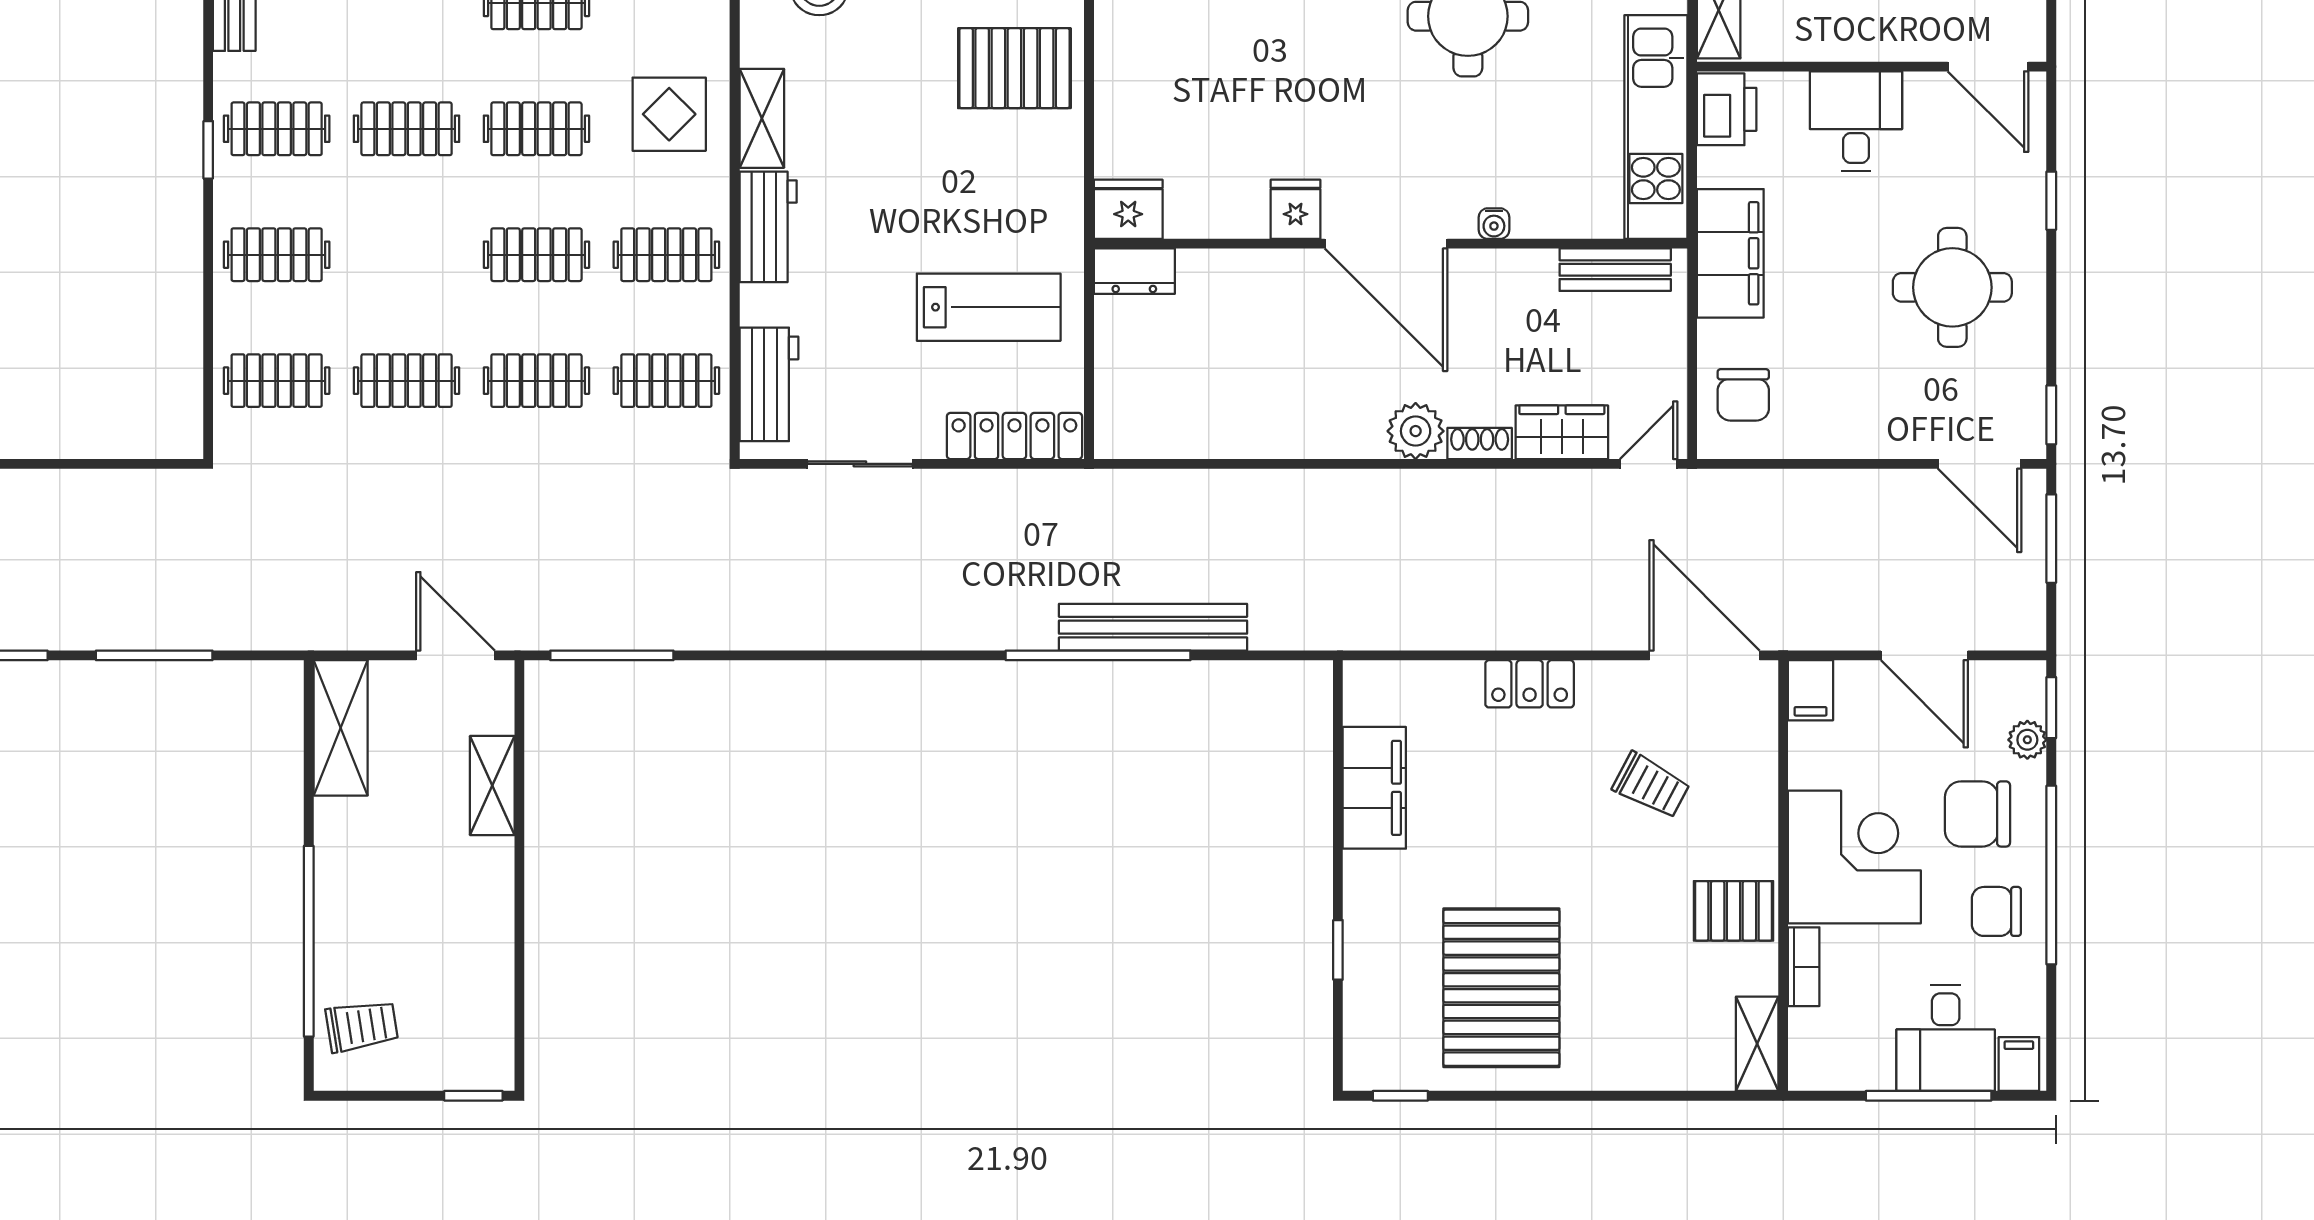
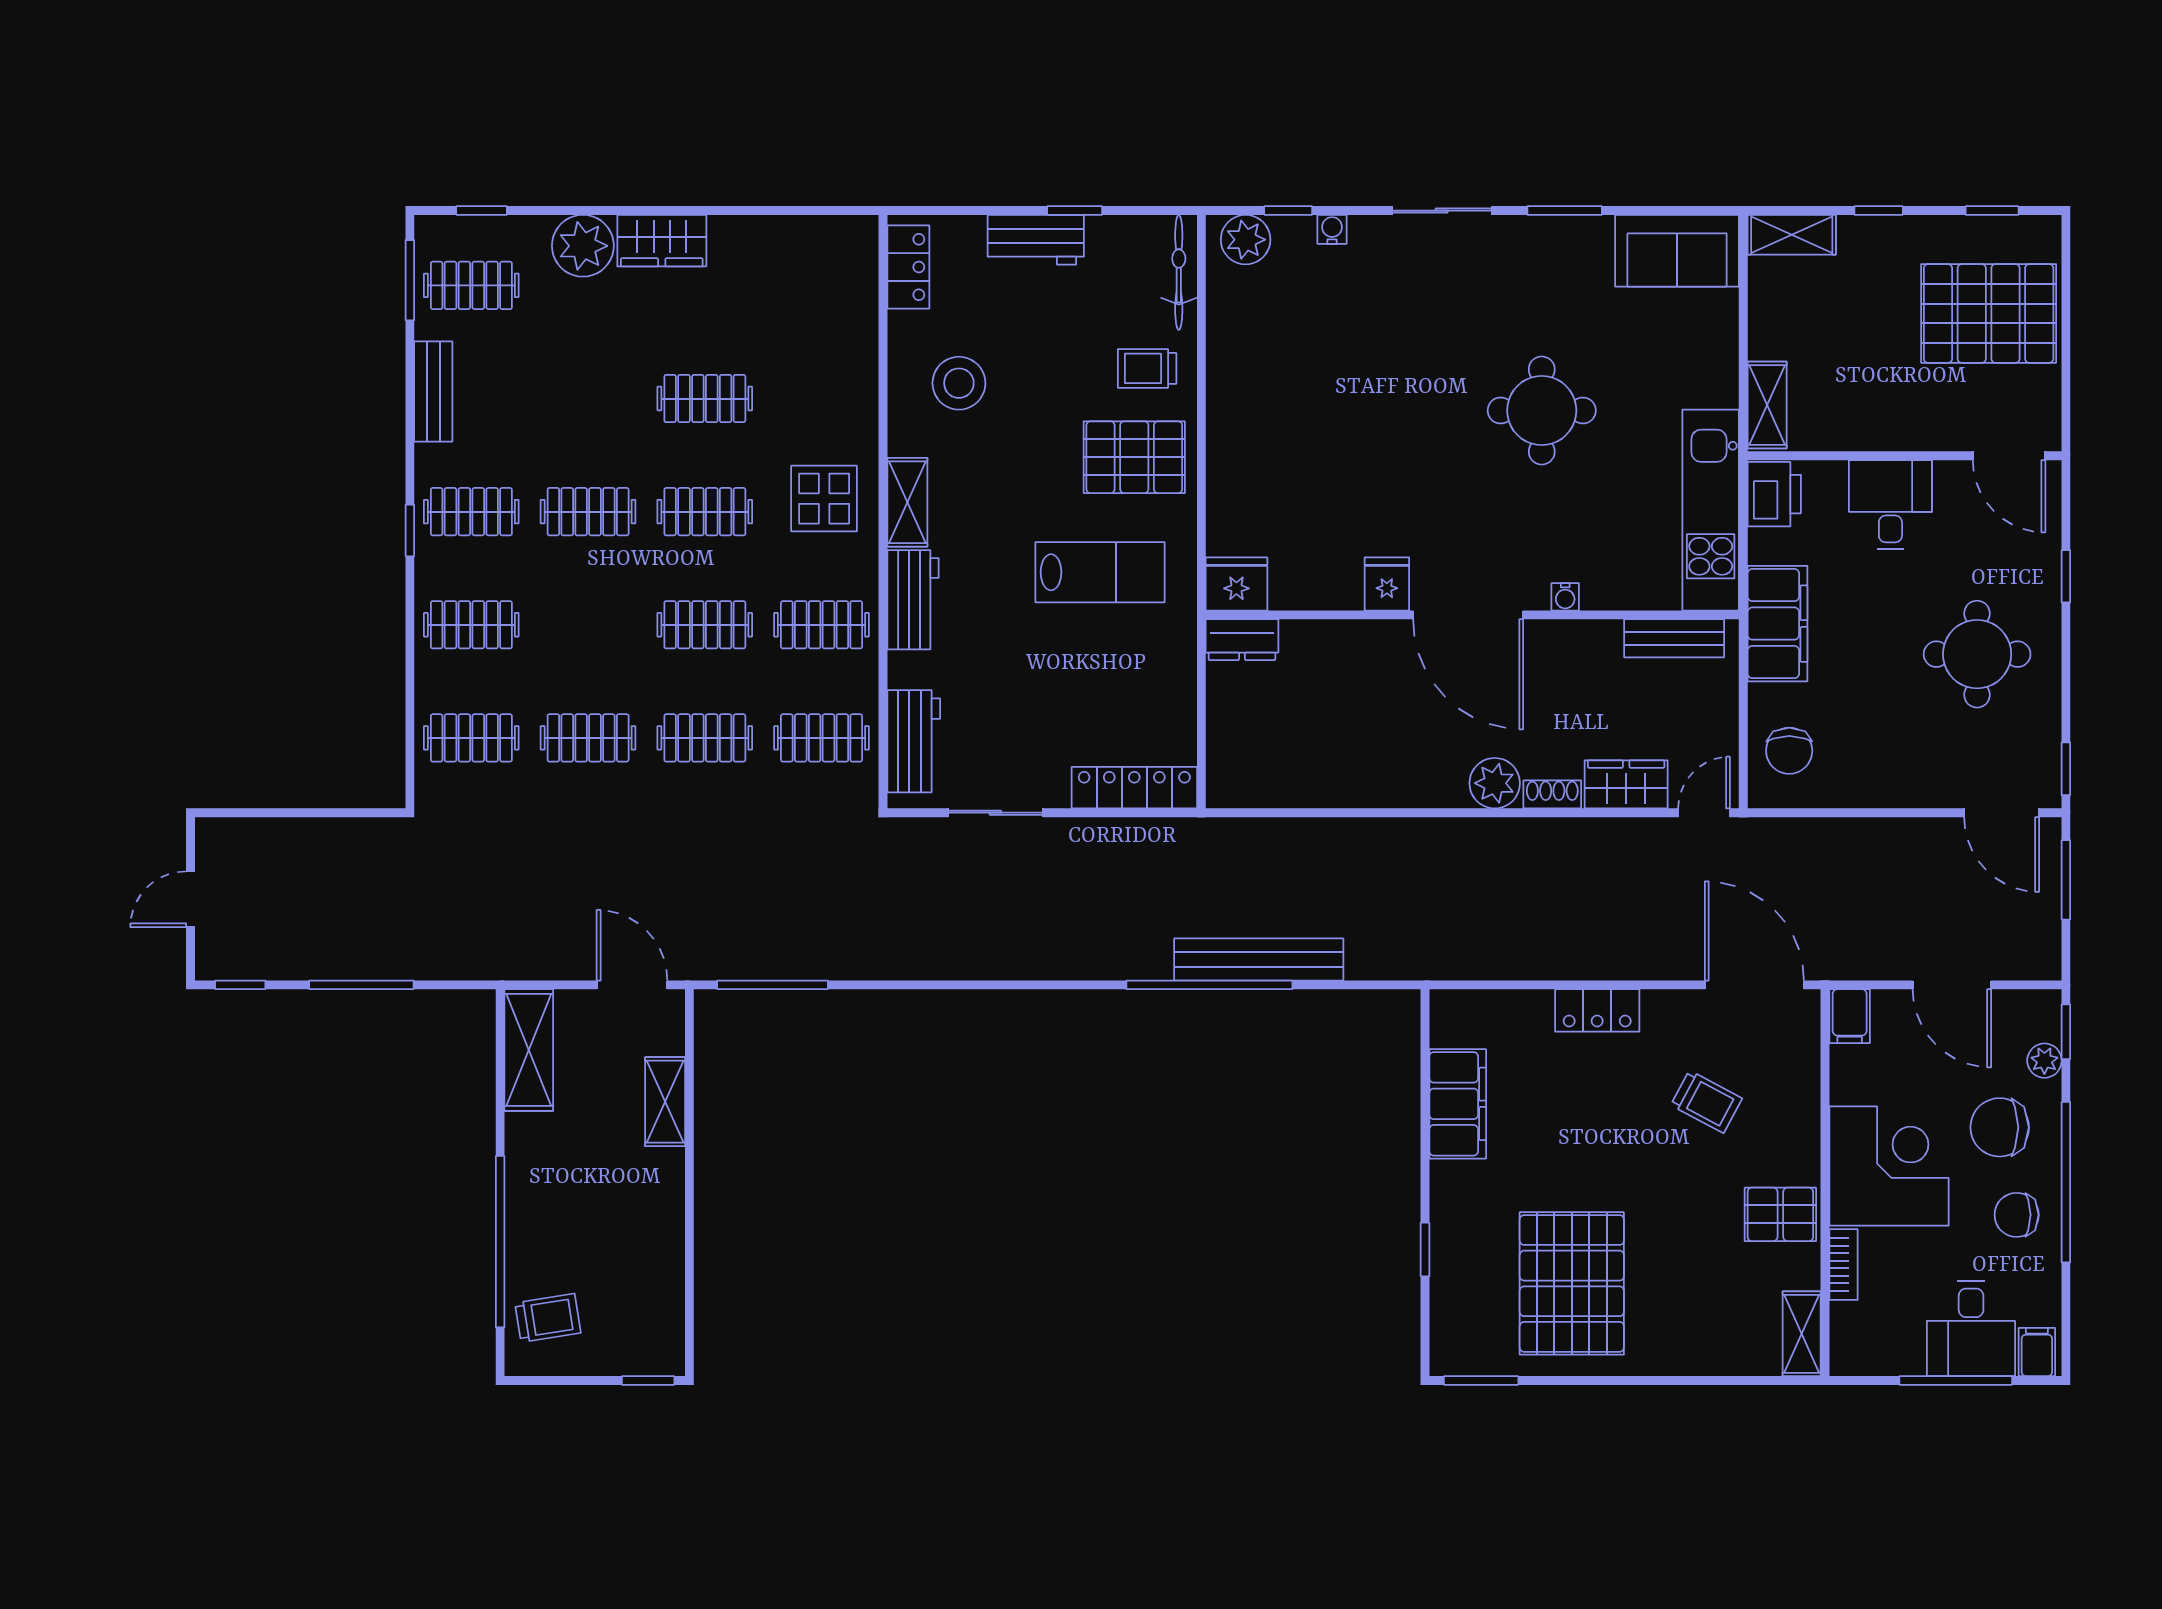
lab bench: (989, 307) -> (1100, 572), moved
window: (1400, 1096) -> (1481, 1381), width x1.50

